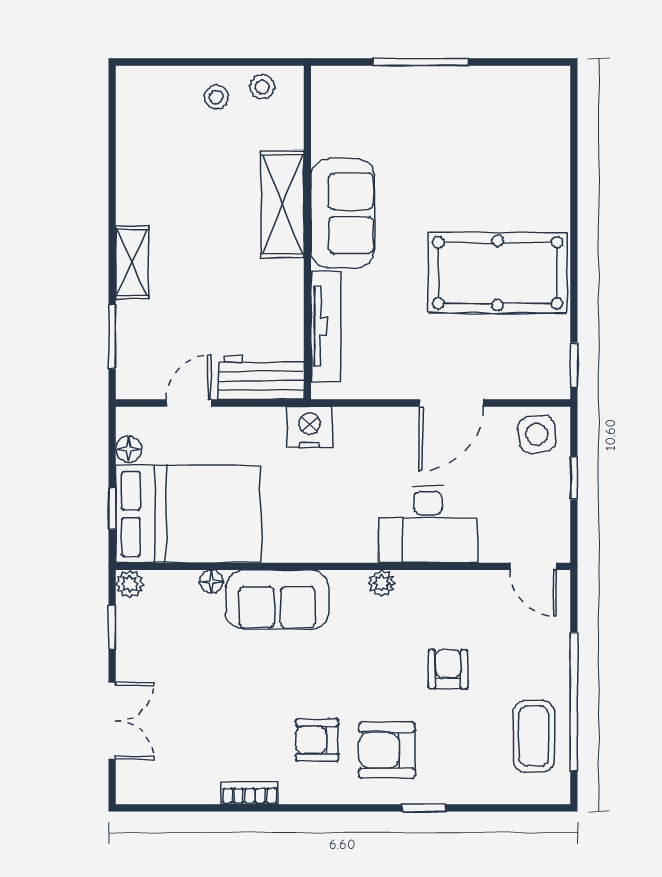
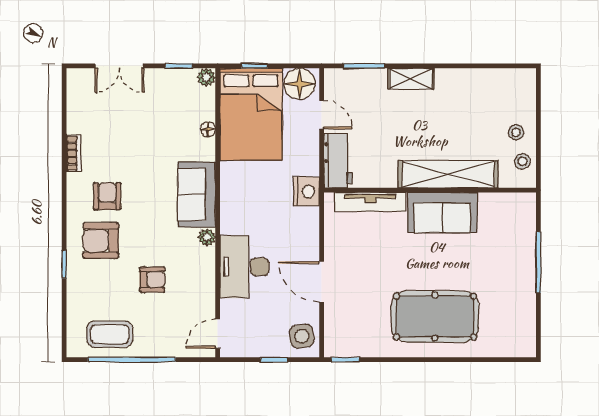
shelving: (282, 204) -> (448, 174), width x1.47
pool table: (498, 273) -> (435, 316), moved, turned 90
floor lamp: (129, 449) -> (299, 84), width x1.89, depth x1.89
sofa: (277, 600) -> (197, 194), moved
armchair: (387, 750) -> (101, 241), turned -90

